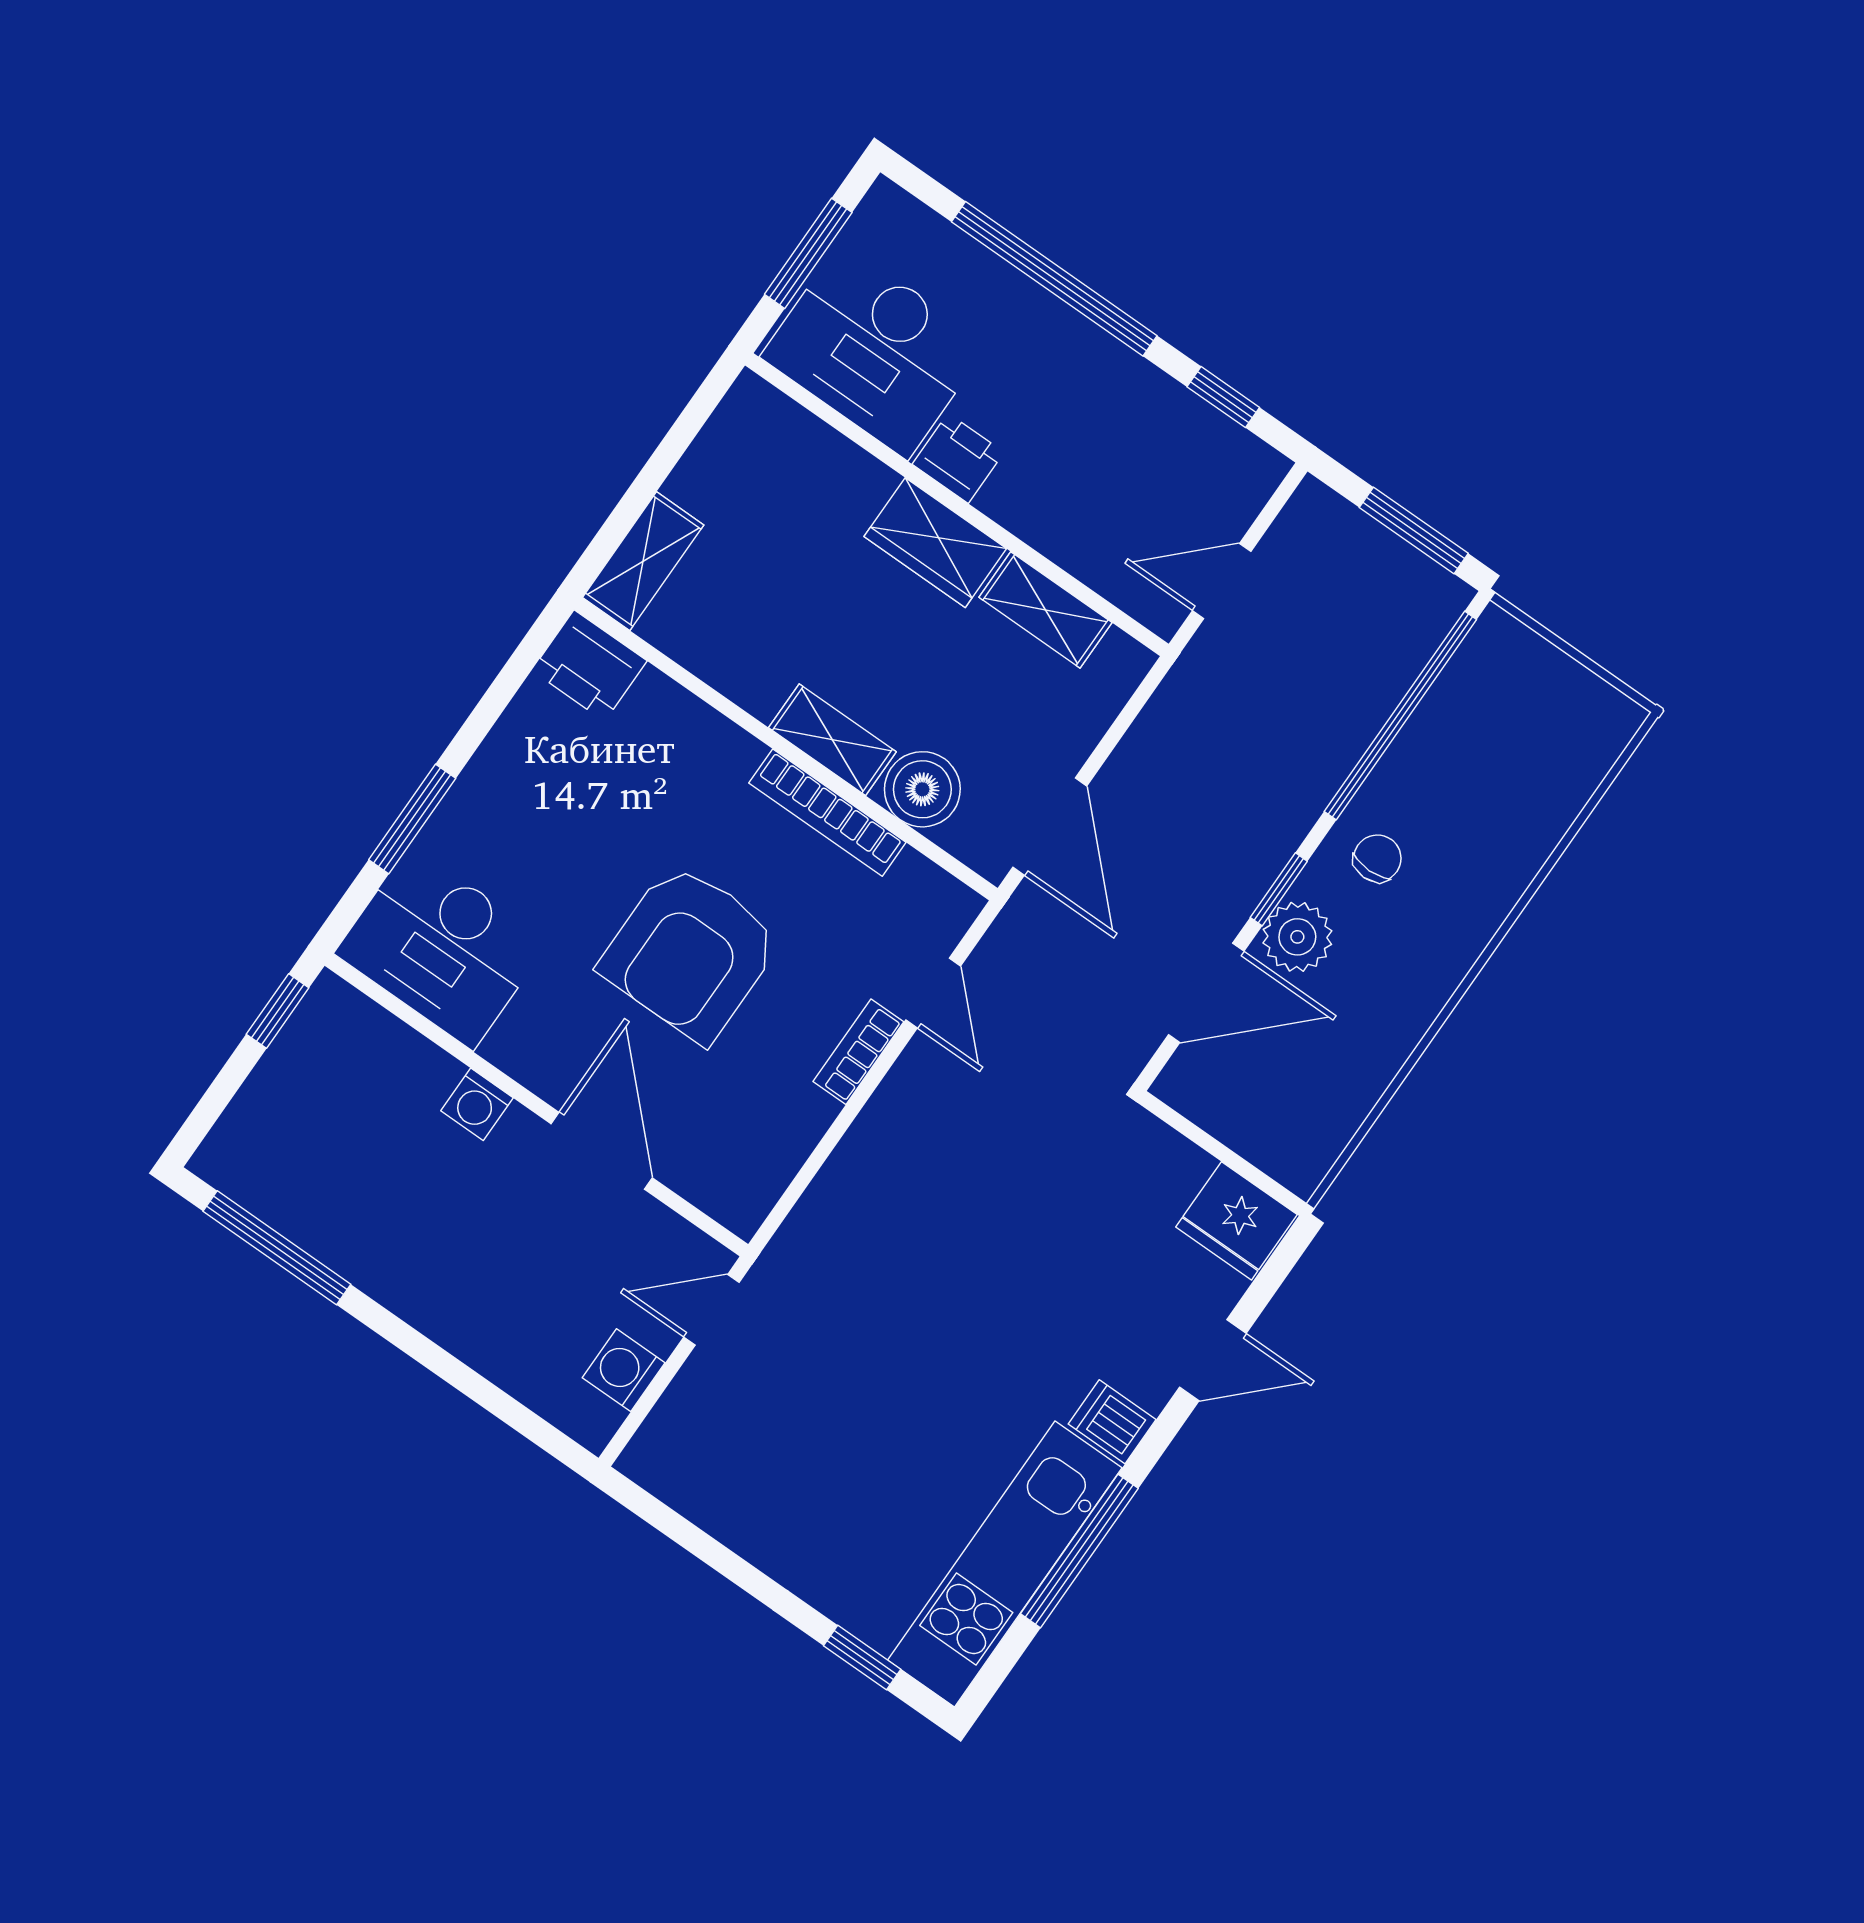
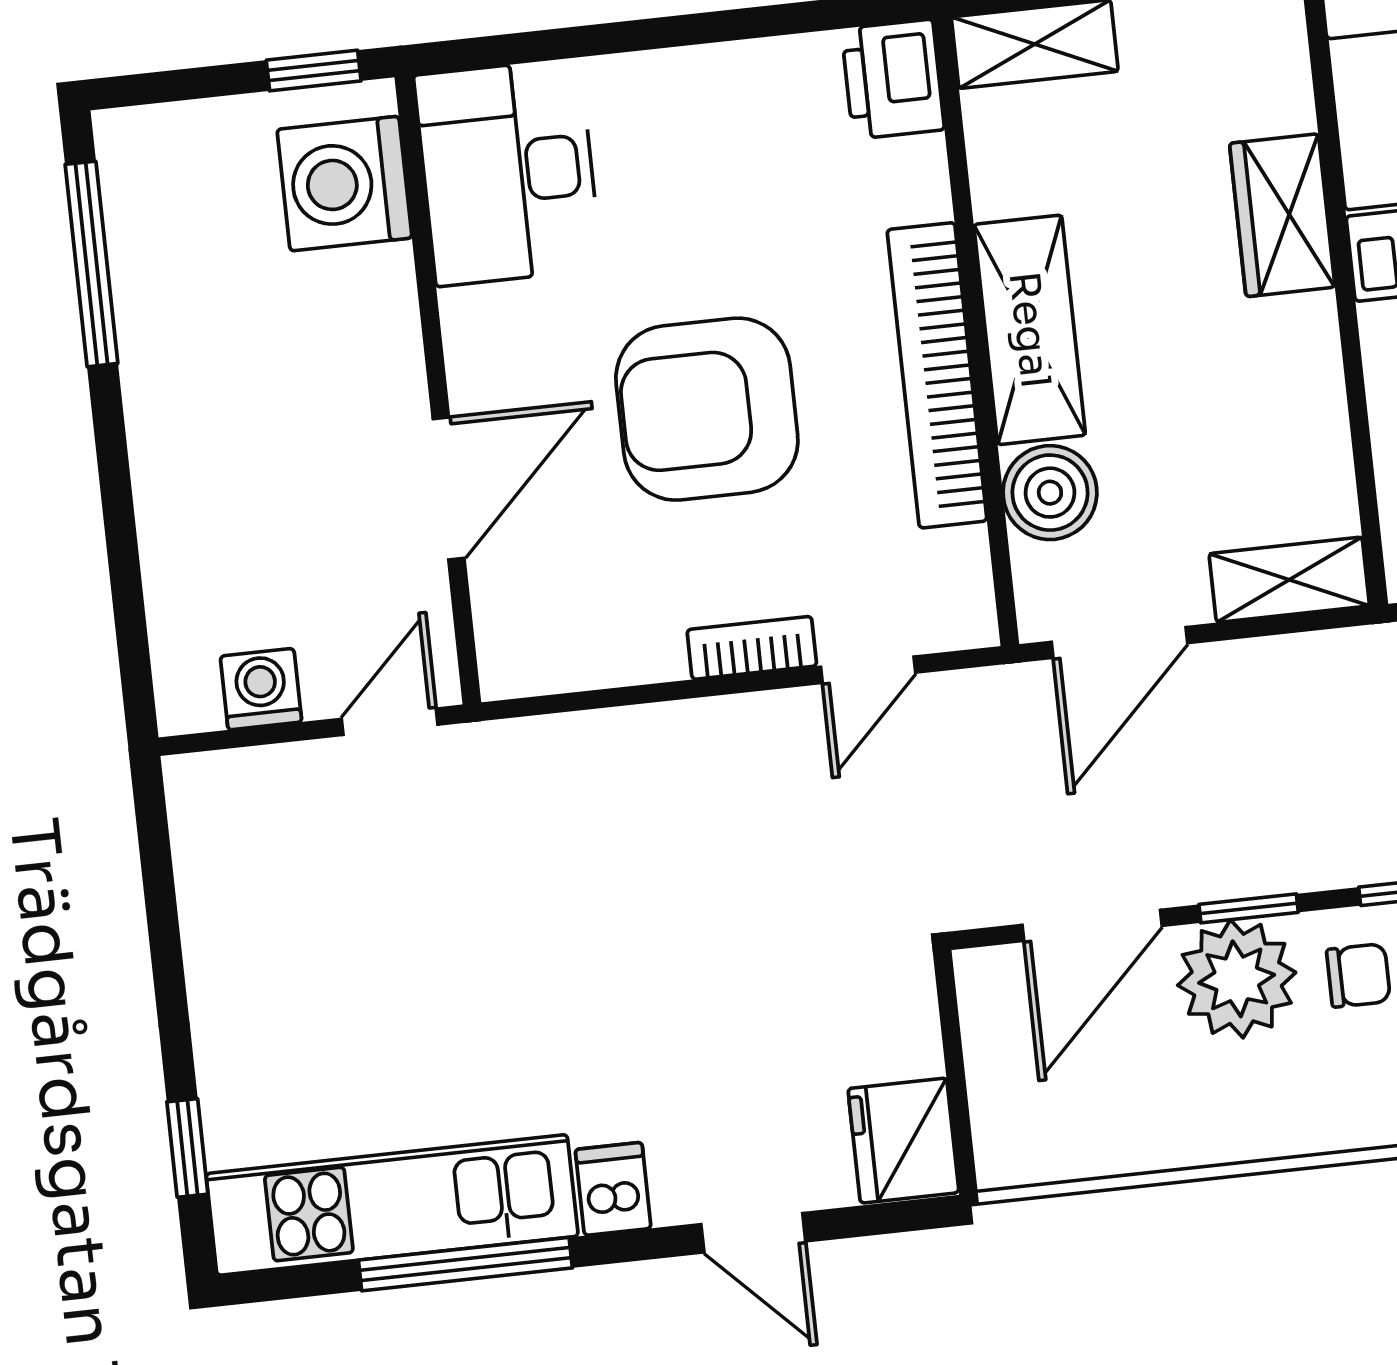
wardrobe: (935, 543) -> (1282, 215), moved
shelving: (1045, 610) -> (1289, 580), moved, turned 90
shelving: (832, 740) -> (1030, 330), width x1.50, depth x1.33
bookcase: (827, 813) -> (937, 375), width x1.48, depth x1.31
window: (412, 819) -> (604, 39), removed
plant: (1297, 937) -> (1237, 979), width x1.36, depth x1.36
door: (1206, 993) -> (1092, 925), hinge flipped
washing machine: (477, 1104) -> (344, 184), moved, width x1.89, depth x1.89
door: (711, 1310) -> (390, 722), hinge flipped

